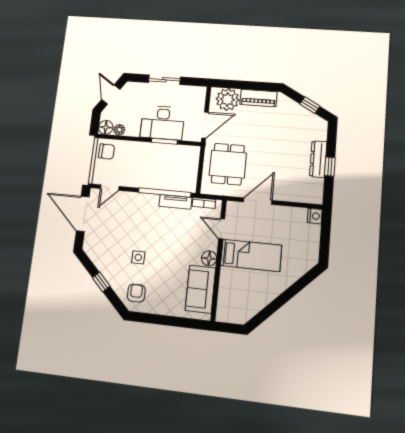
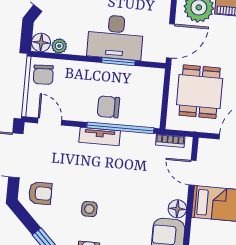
chair: (106, 152) -> (43, 75), turned 85
chair: (156, 176) -> (108, 107), added
door: (110, 188) -> (50, 122), swing flipped
tv unit: (175, 202) -> (100, 136), moved
armchair: (100, 244) -> (40, 193), added

